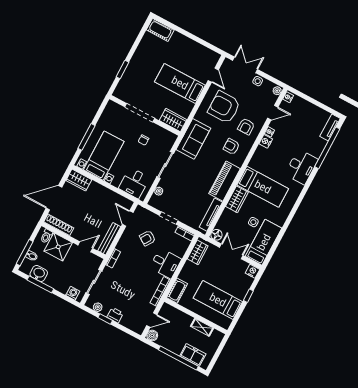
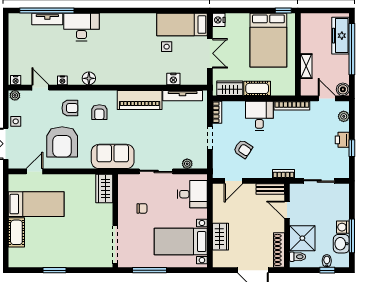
cot: (160, 30) -> (16, 232), moved
window: (123, 70) -> (55, 270), moved
bed: (180, 83) -> (36, 204), moved, turned -90
doorway: (140, 113) -> (115, 245), moved
tv unit: (330, 127) -> (47, 19), moved
window: (86, 137) -> (149, 270), moved
nightstand: (266, 141) -> (173, 79), moved
wardrobe: (79, 180) -> (220, 237), moved
bed: (263, 187) -> (124, 57), removed
wardrobe: (237, 199) -> (152, 77), removed
floor lamp: (216, 235) -> (89, 78), moved
bench: (109, 239) -> (270, 189), width x0.73
double door: (231, 251) -> (210, 53), swing flipped
window: (25, 253) -> (327, 270), width x0.46
cot: (177, 291) -> (257, 88), moved
washing machine: (73, 293) -> (343, 227), moved
window: (248, 296) -> (283, 11), moved
bed: (218, 300) -> (268, 40), width x1.50
plant: (98, 307) -> (344, 116), moved
shelving: (202, 327) -> (306, 66), moved
freezer: (193, 355) -> (341, 36), width x1.40

